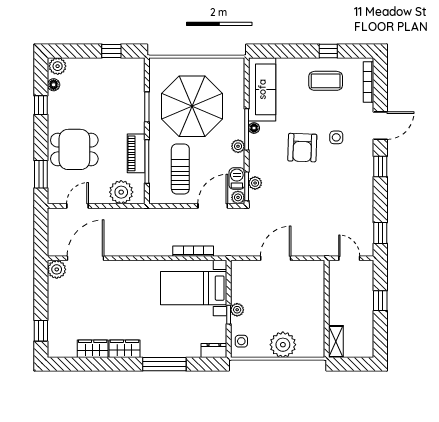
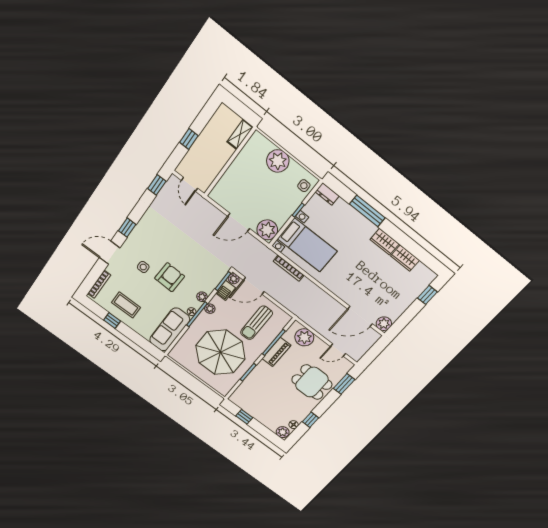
plant: (255, 183) -> (202, 297), moved
plant: (237, 310) -> (267, 230), moved, width x1.88, depth x1.88

